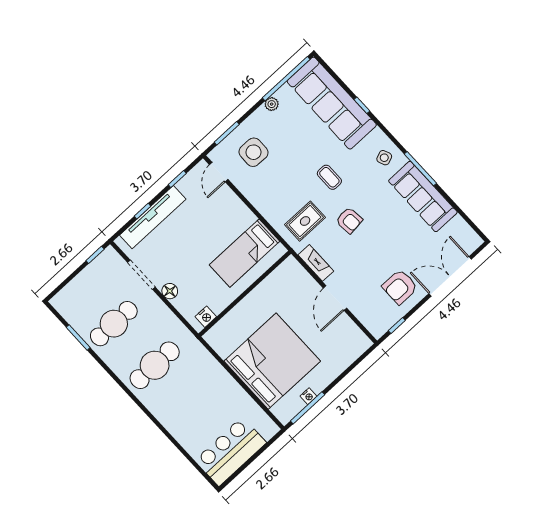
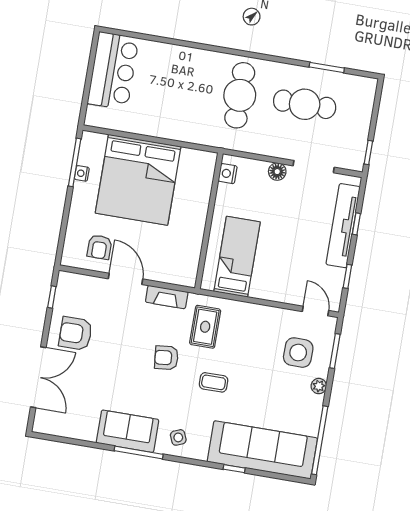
plant: (272, 104) -> (319, 386), moved
sofa: (423, 197) -> (128, 431), width x0.73
armchair: (400, 287) -> (76, 333), turned -90
cafe table: (114, 324) -> (305, 104), turned 90
armchair: (336, 335) -> (99, 247), added

